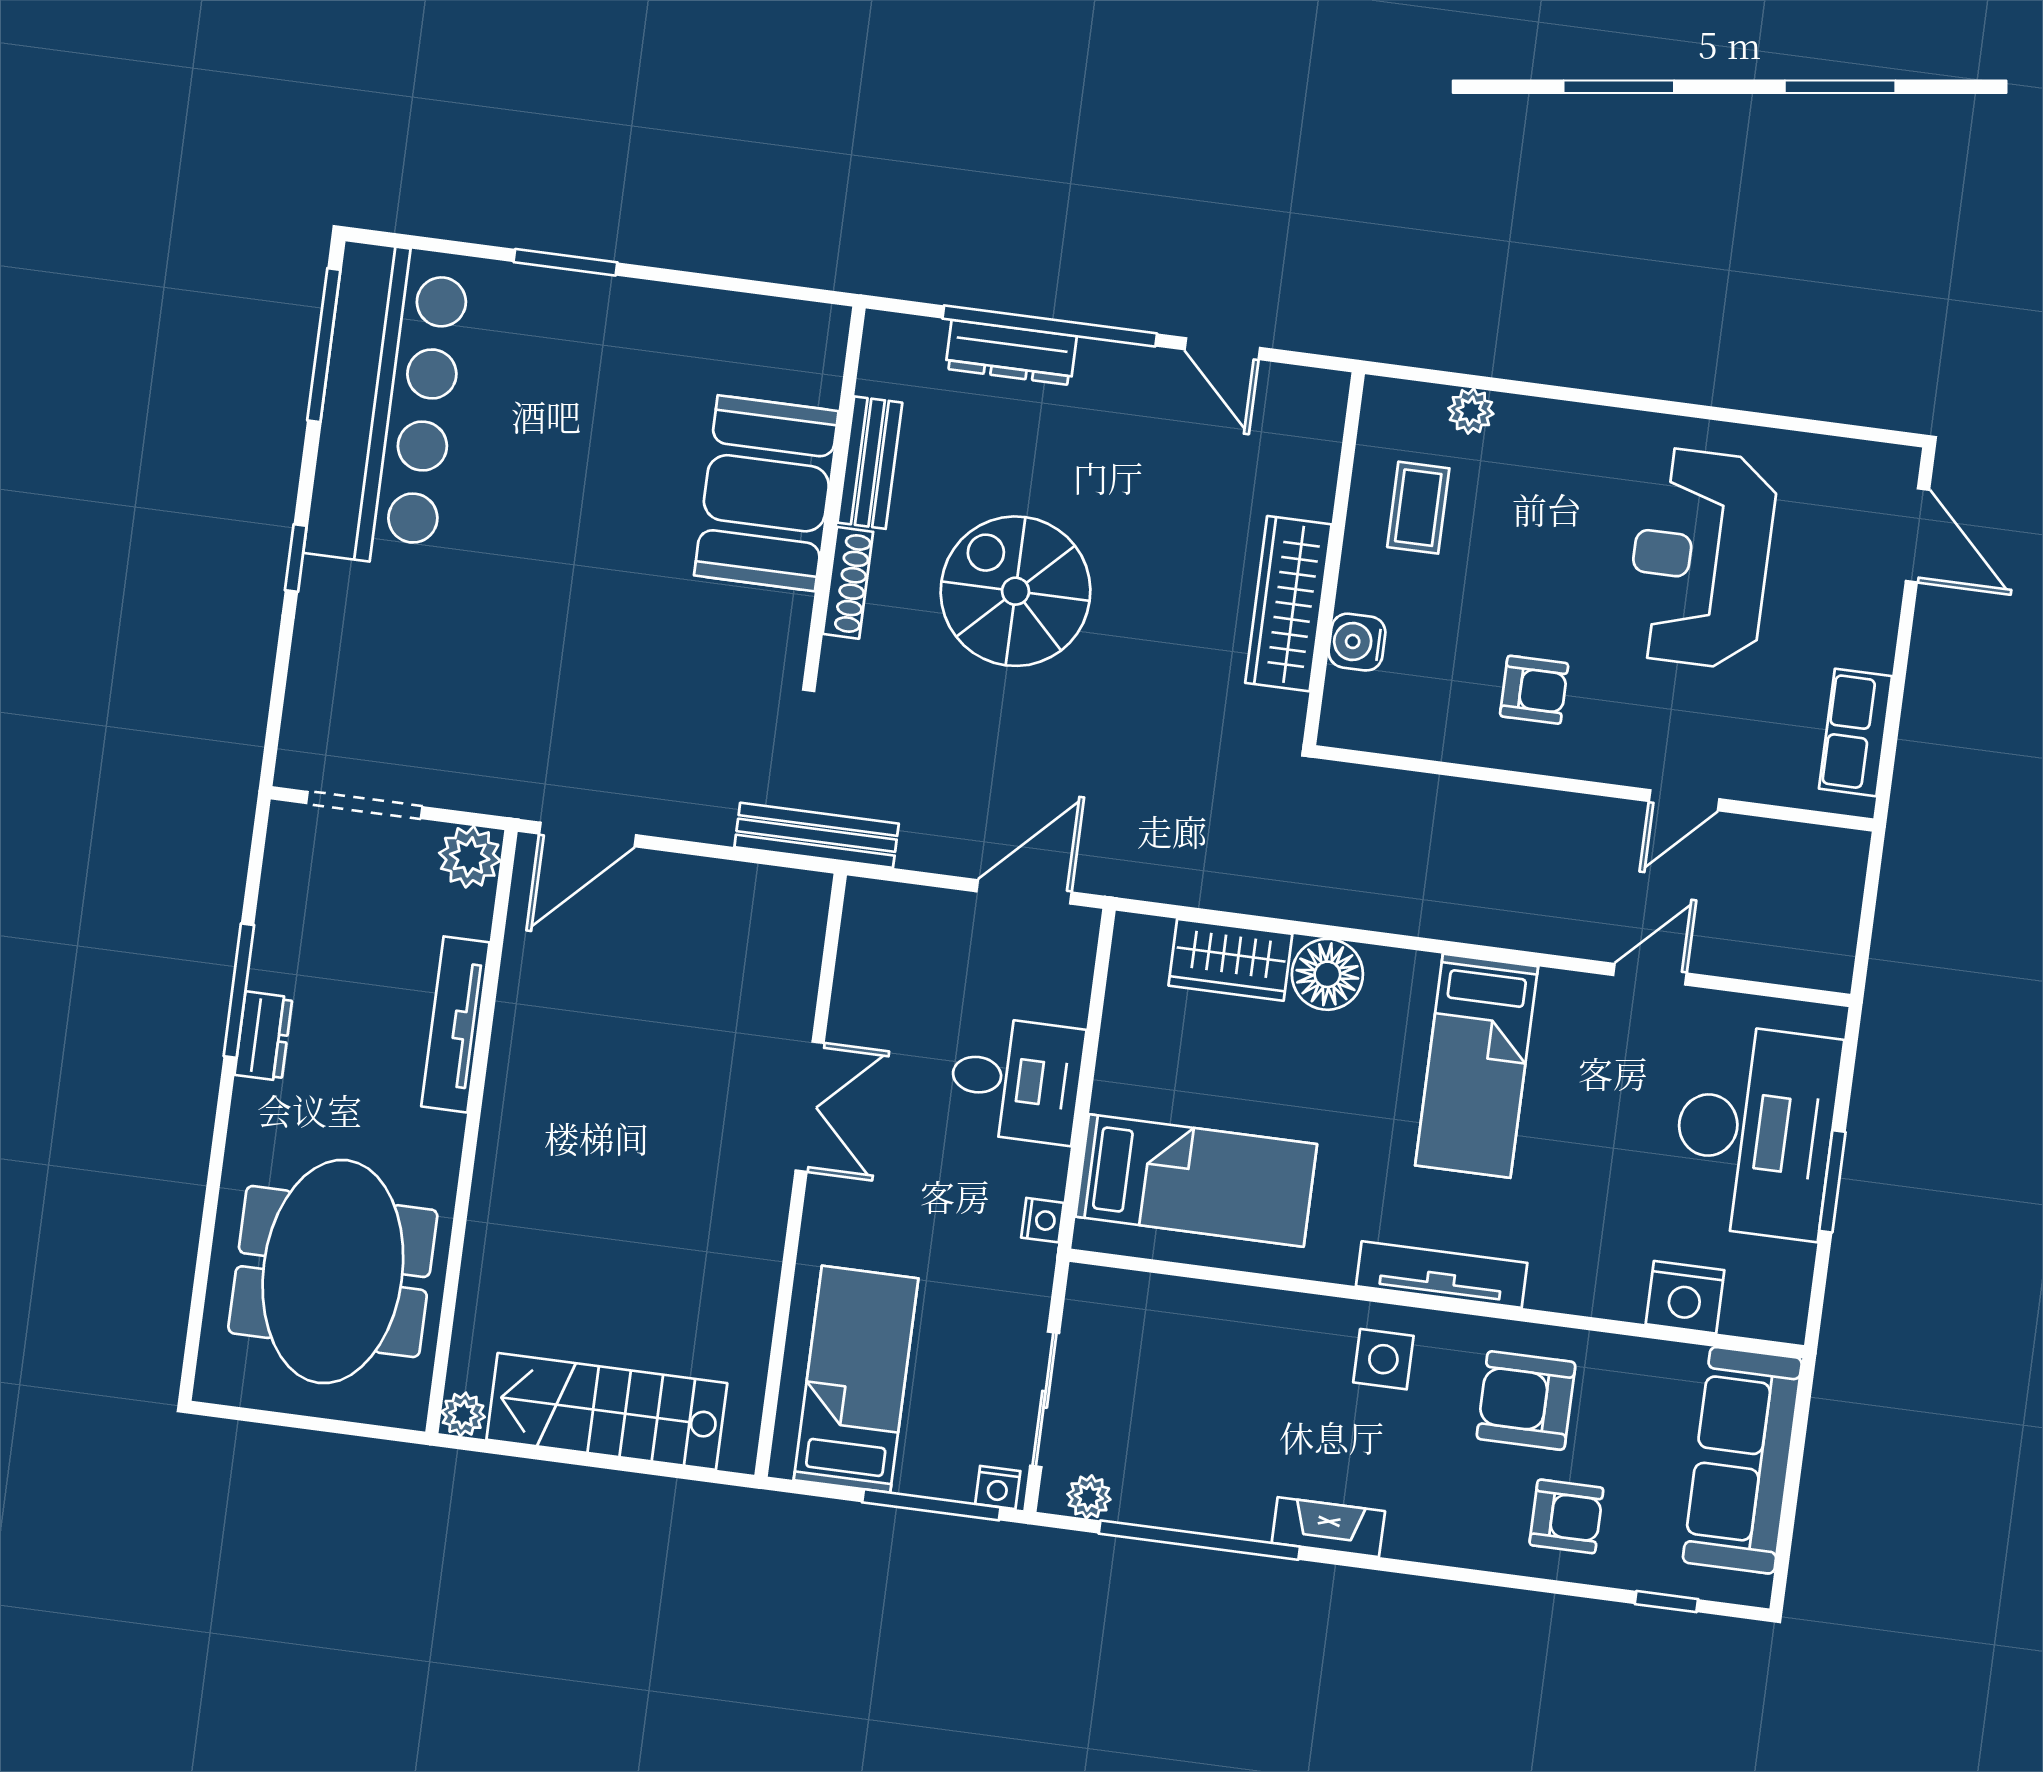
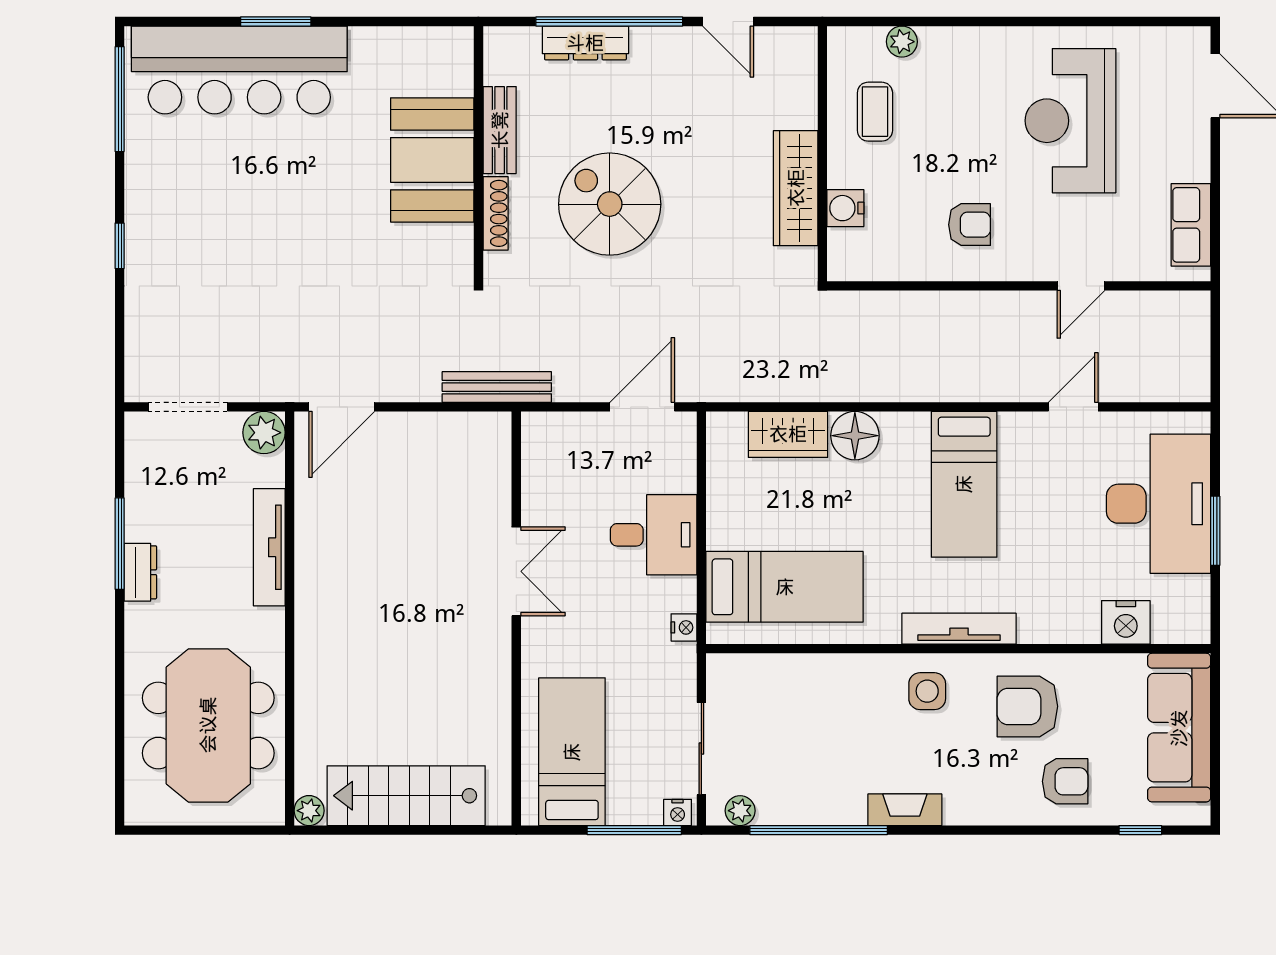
bar counter: (388, 405) -> (239, 70), moved, turned 90

